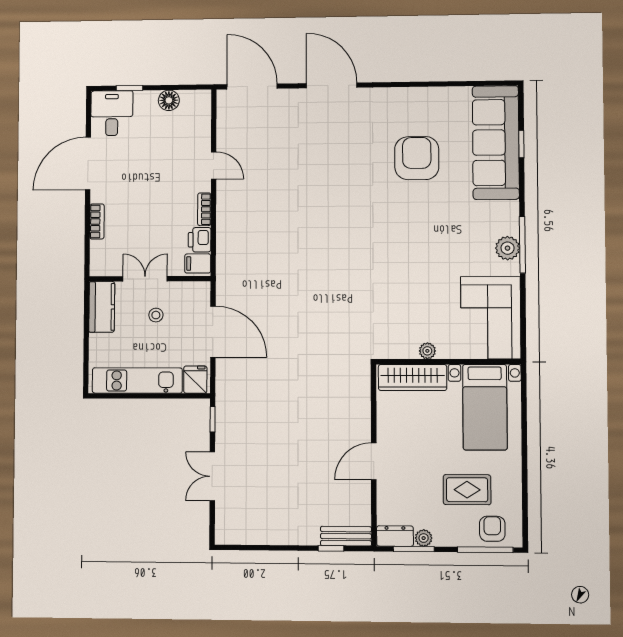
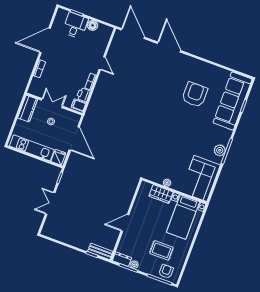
desk: (112, 113) -> (75, 25), moved
wardrobe: (413, 377) -> (161, 194), width x0.67

